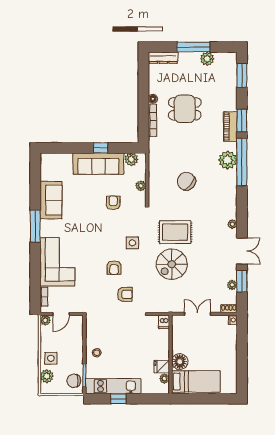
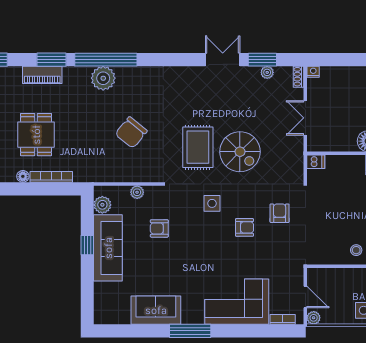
piano: (230, 126) -> (42, 75), moved
plant: (232, 224) -> (187, 72), removed

